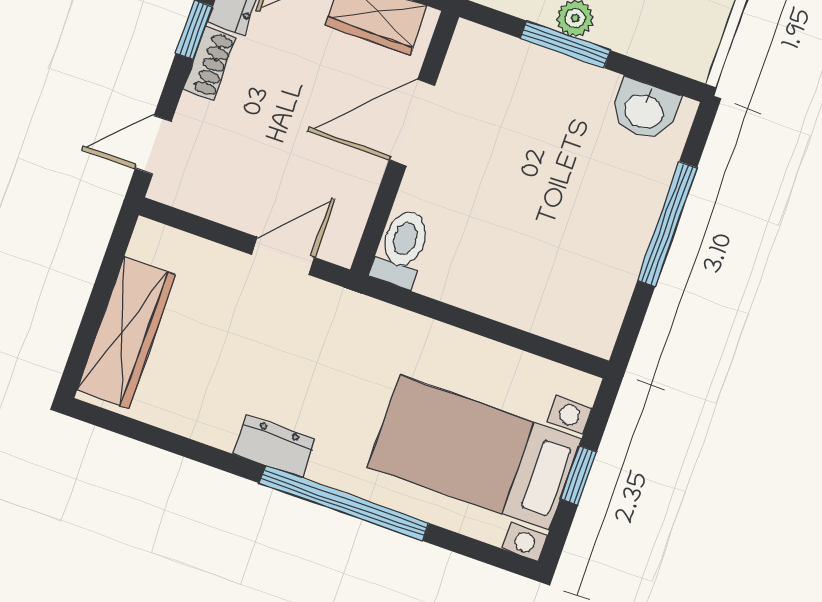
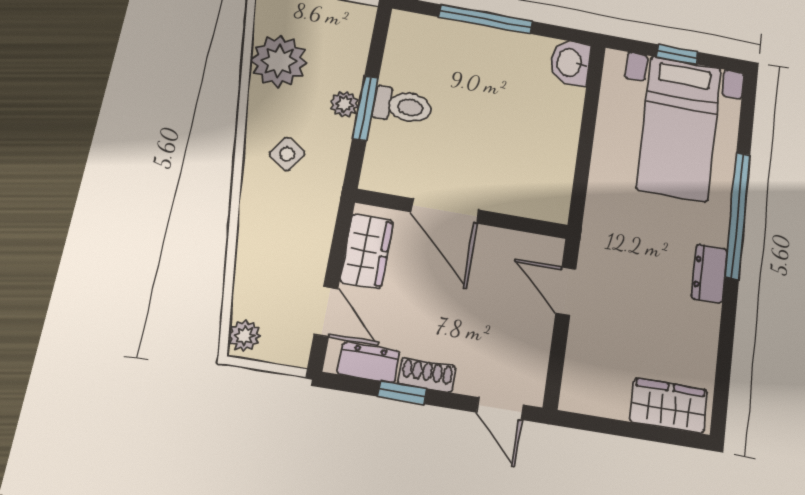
washbasin: (644, 110) -> (570, 63), moved, turned 180
toilet: (402, 248) -> (403, 106), moved, turned 180
wardrobe: (126, 332) -> (669, 406), width x0.67

